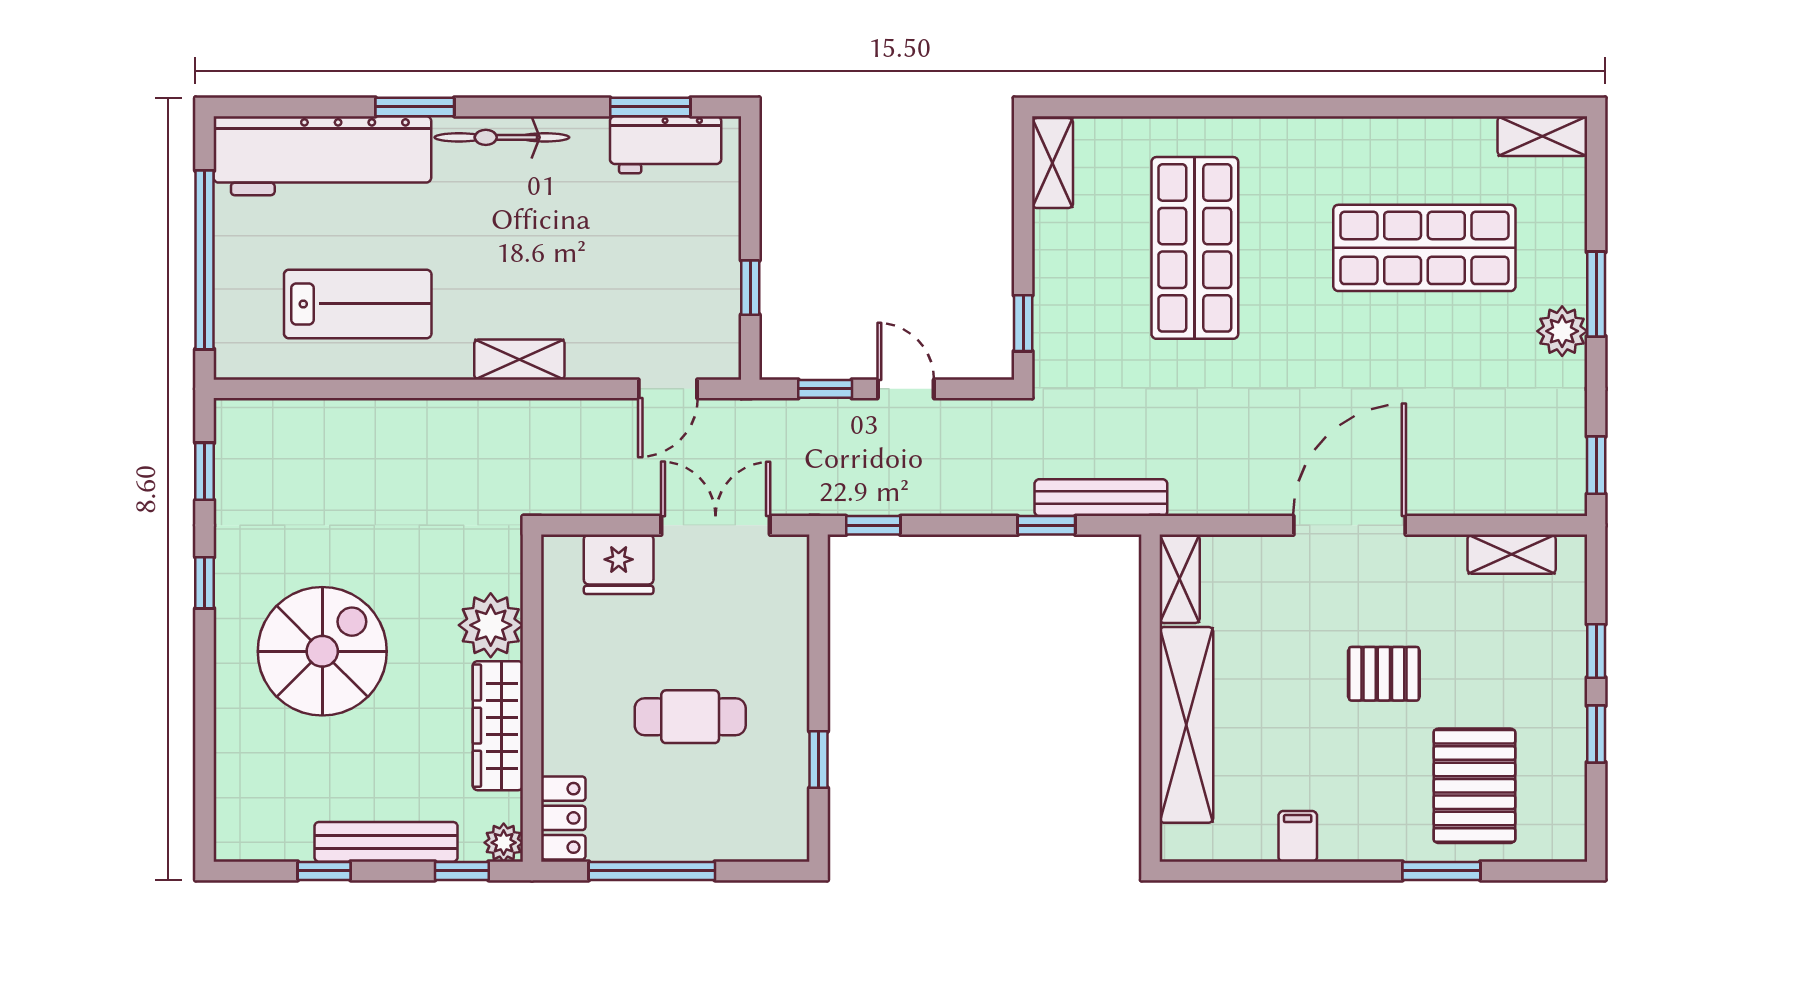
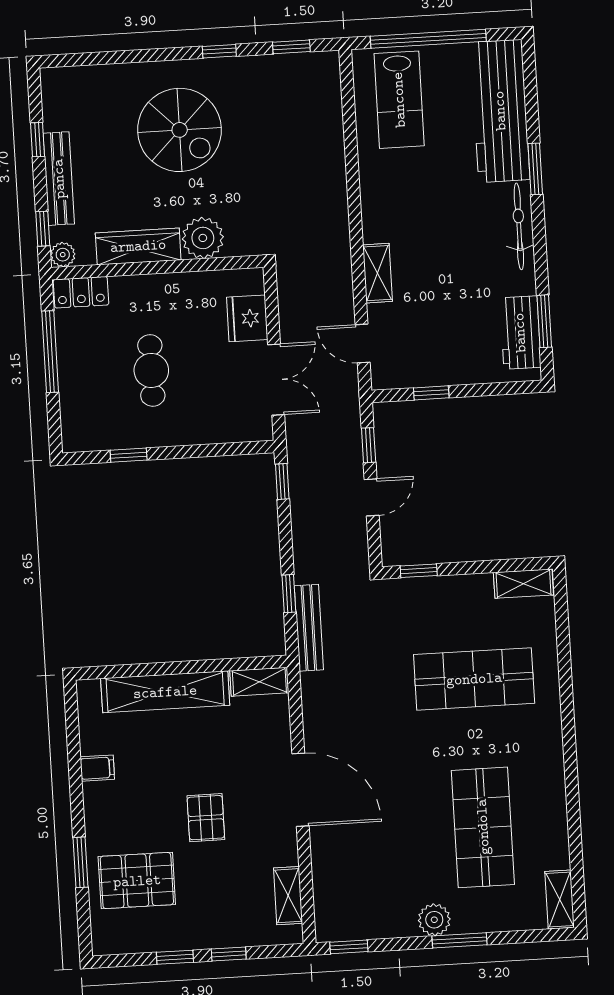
lab bench: (358, 304) -> (399, 100), moved
shelving: (519, 360) -> (377, 273), moved

